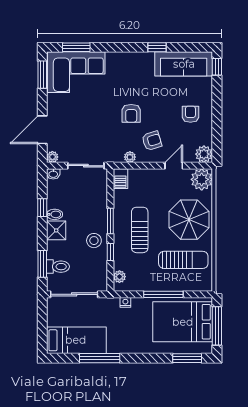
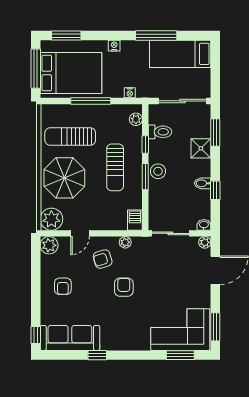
shower: (56, 230) -> (201, 148), moved
stool: (94, 241) -> (158, 171), moved
toilet: (58, 267) -> (160, 132), moved, turned 180
nightstand: (141, 348) -> (114, 46), added

